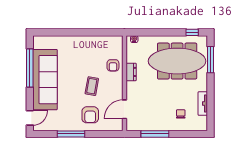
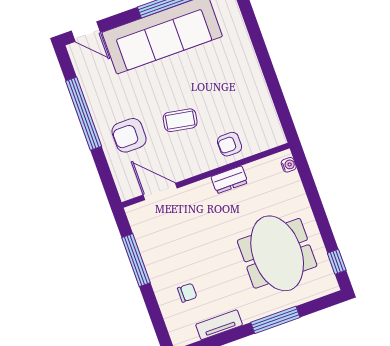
window: (211, 60) -> (275, 320), moved
meeting table: (177, 61) -> (277, 253), width x0.73
window: (71, 134) -> (84, 114), width x1.46

